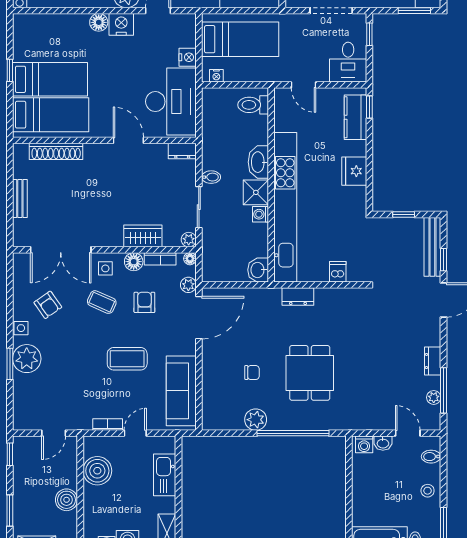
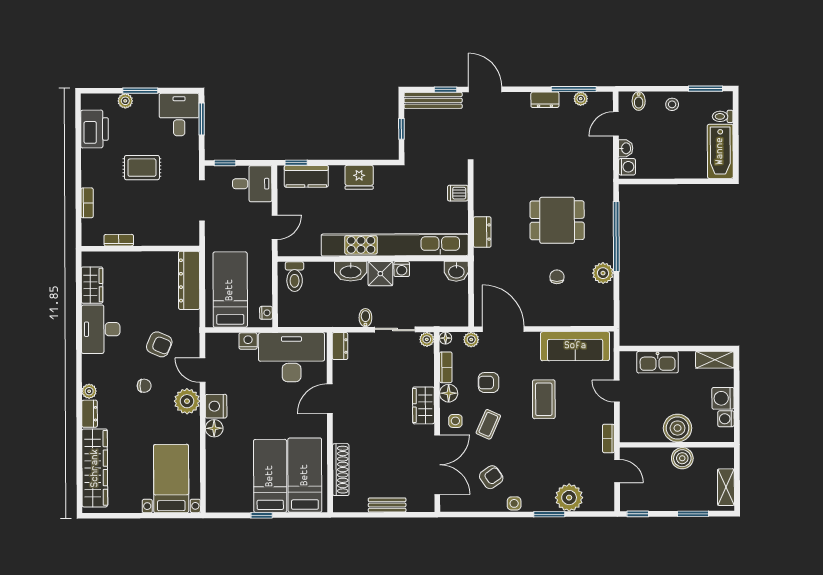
wardrobe: (143, 236) -> (423, 405), moved
plant: (27, 359) -> (569, 498), moved
bookcase: (108, 425) -> (608, 438), moved
boiler: (97, 471) -> (678, 428), moved

